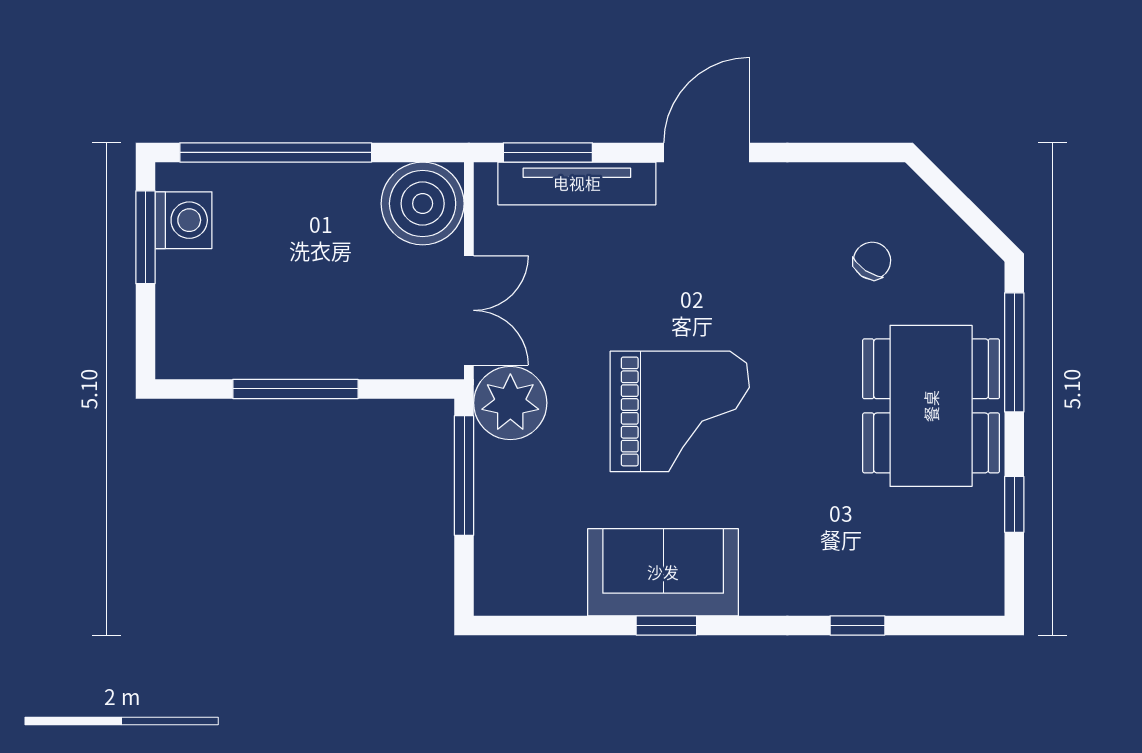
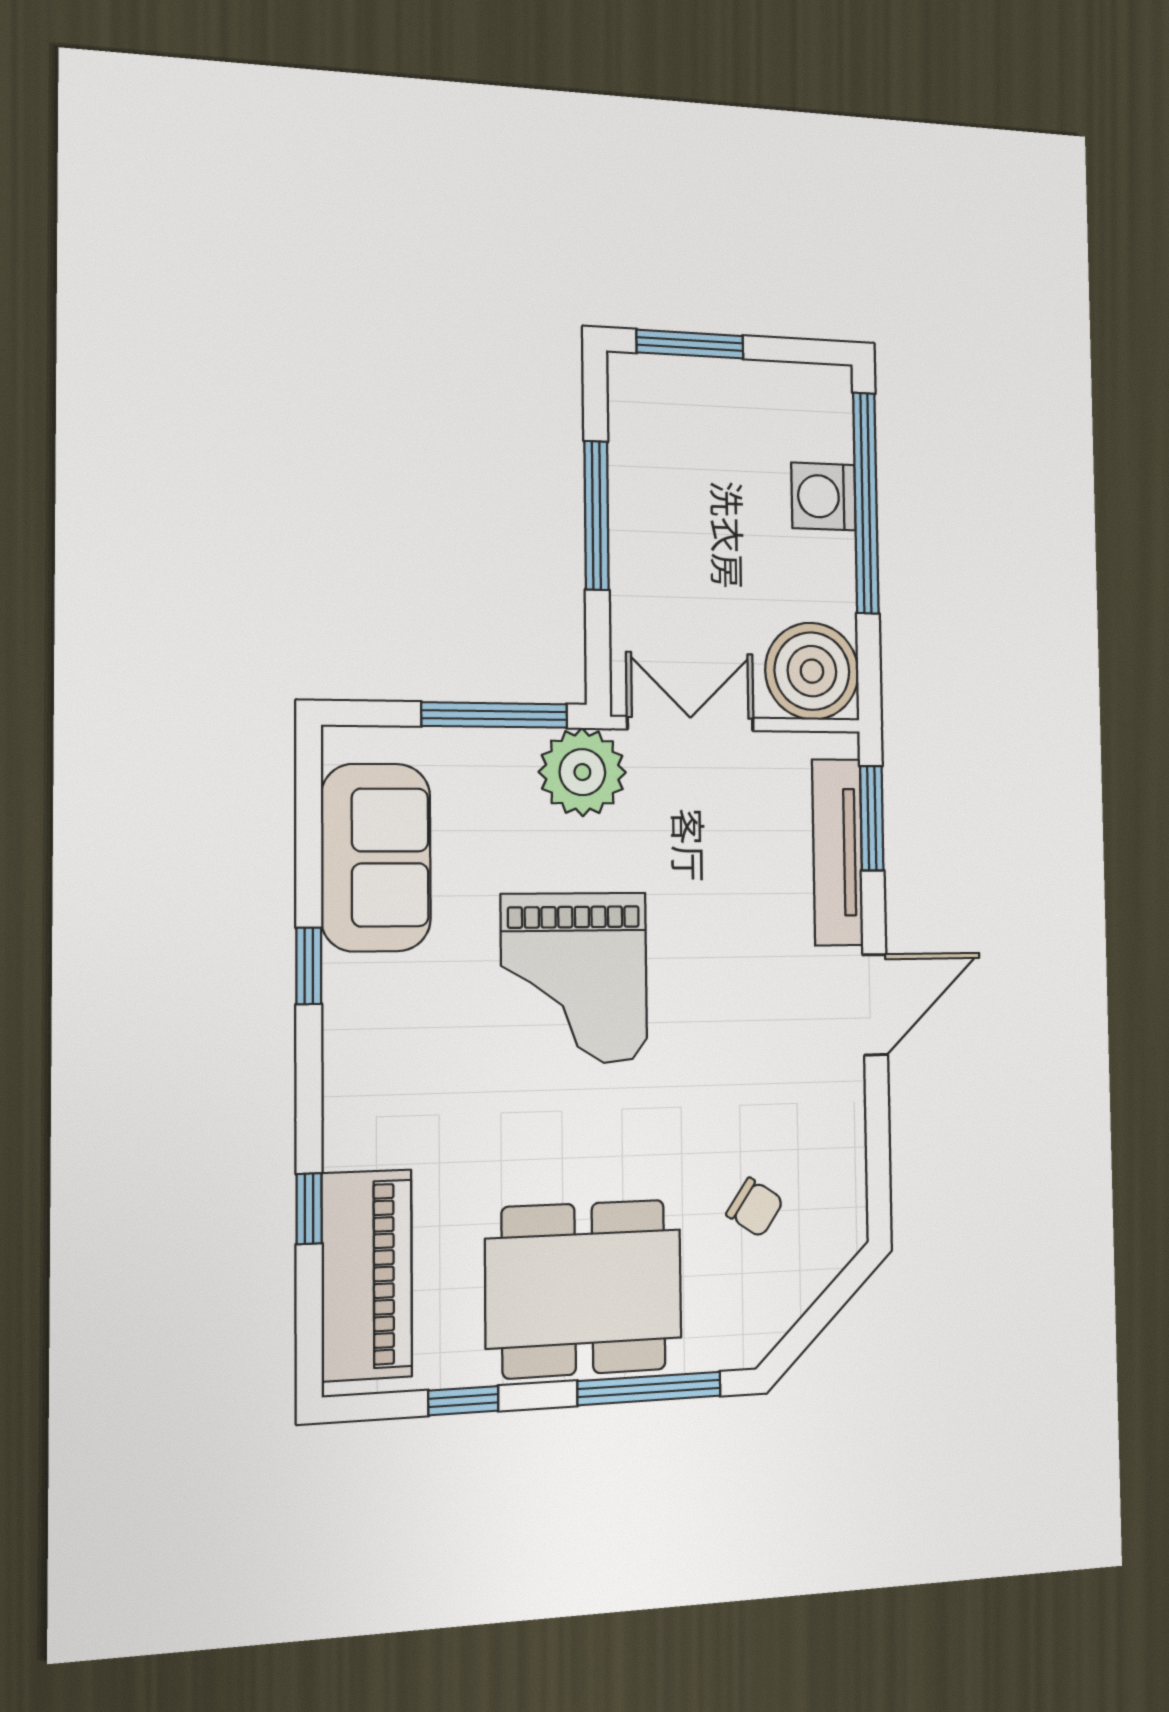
door: (706, 152) -> (875, 1005), hinge flipped
washing machine: (183, 220) -> (824, 496), moved, turned 90
window: (145, 237) -> (690, 344), moved
double door: (469, 310) -> (691, 724), swing flipped
sofa: (663, 572) -> (376, 857), moved
piano: (911, 580) -> (367, 1275), added

